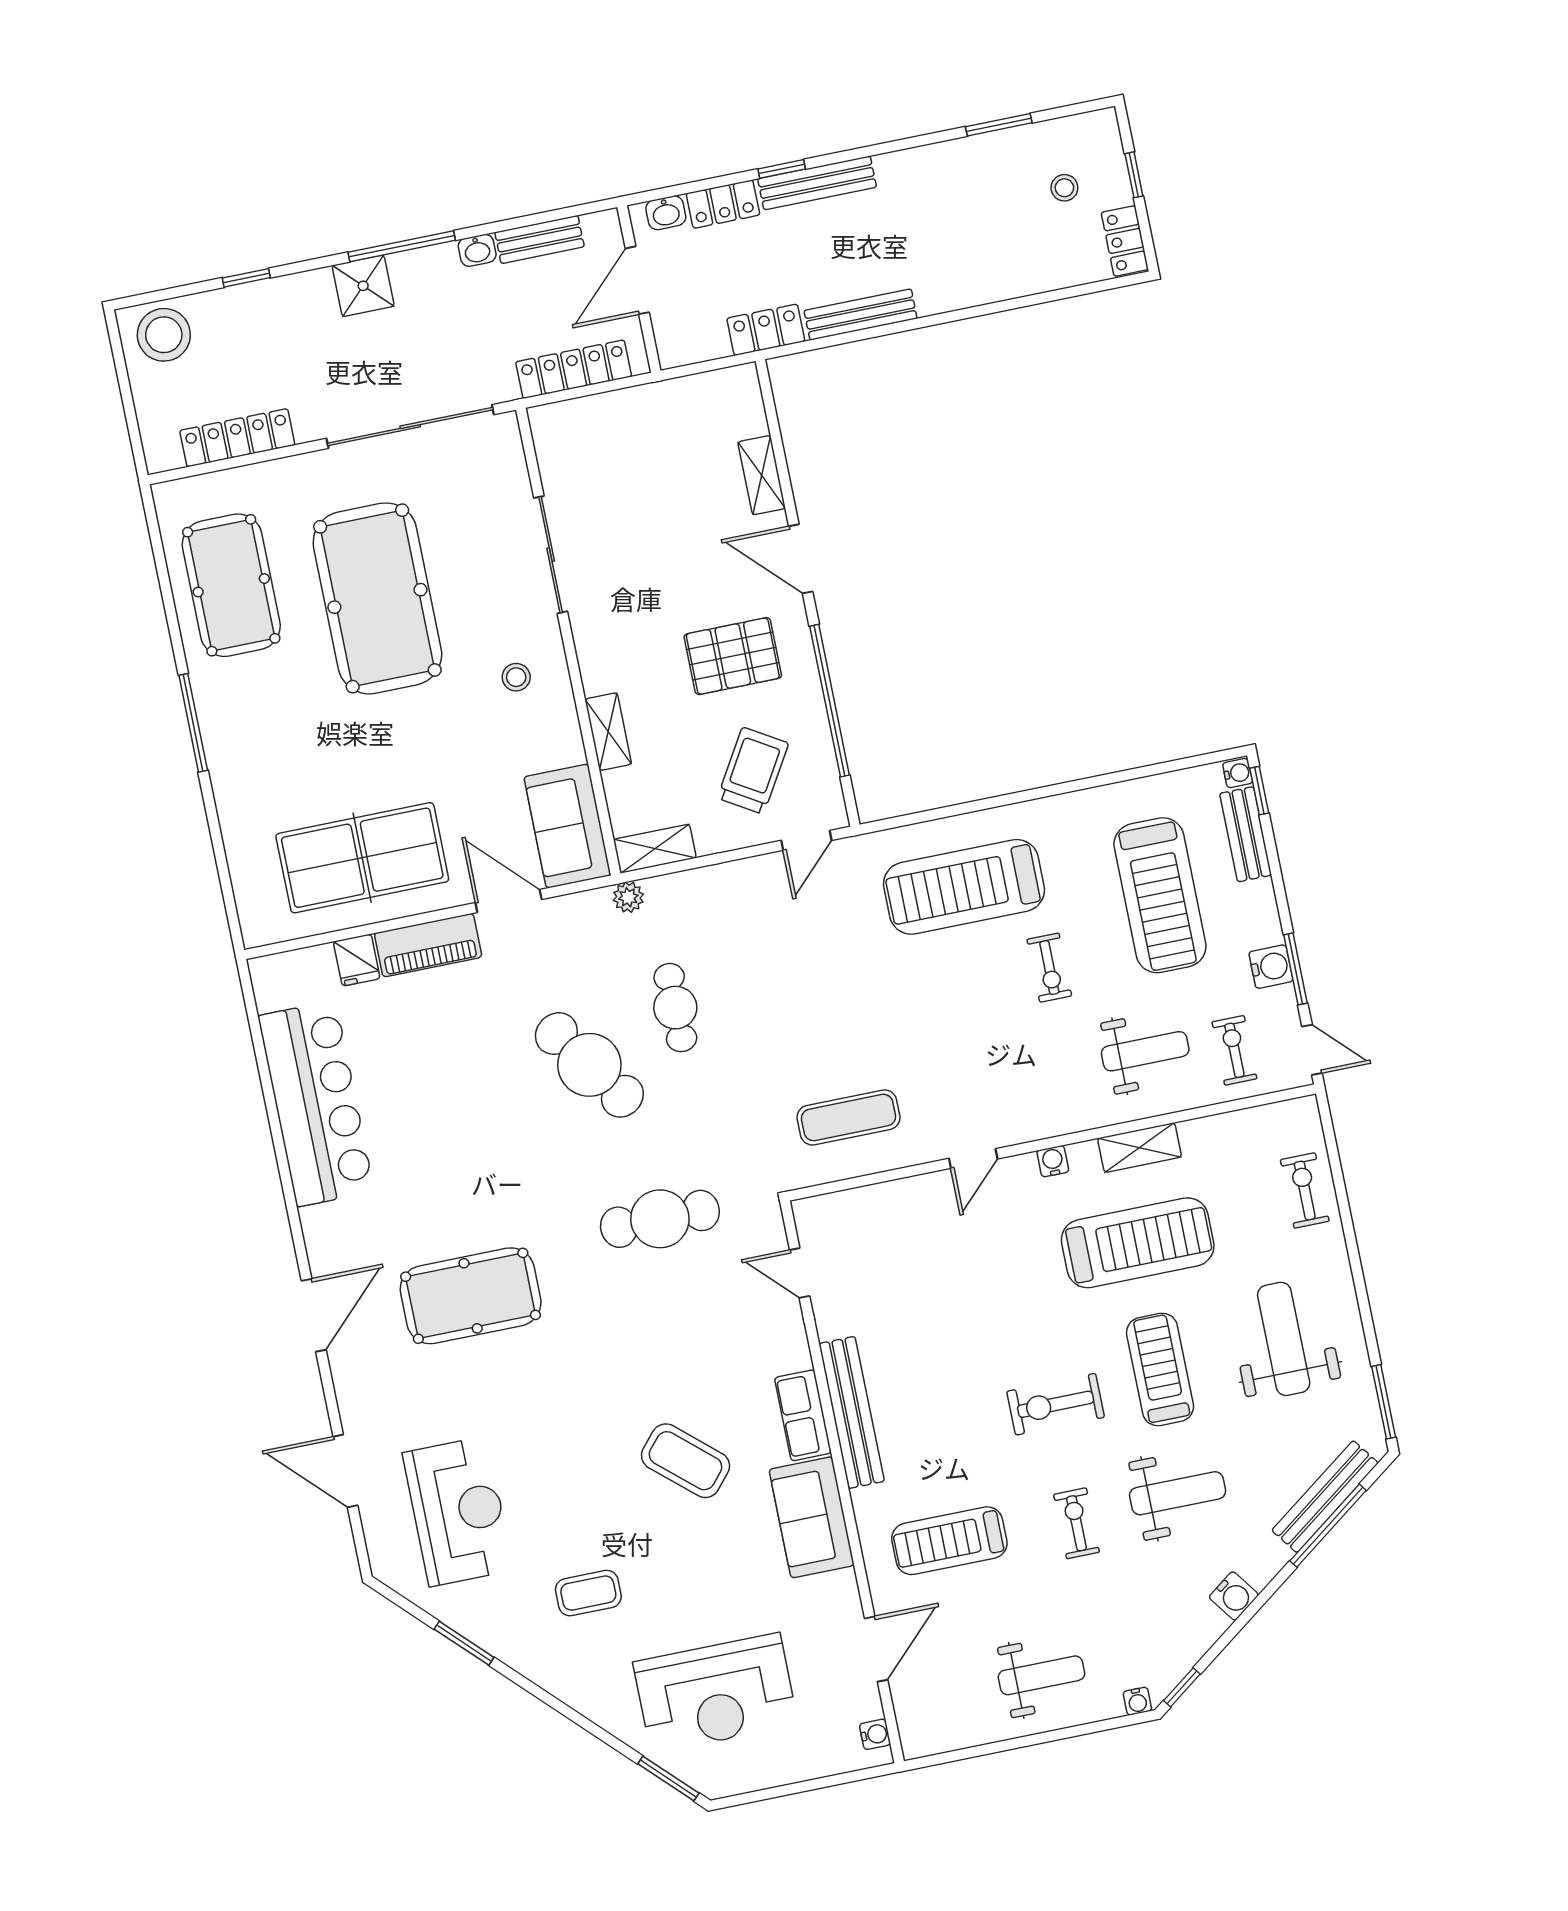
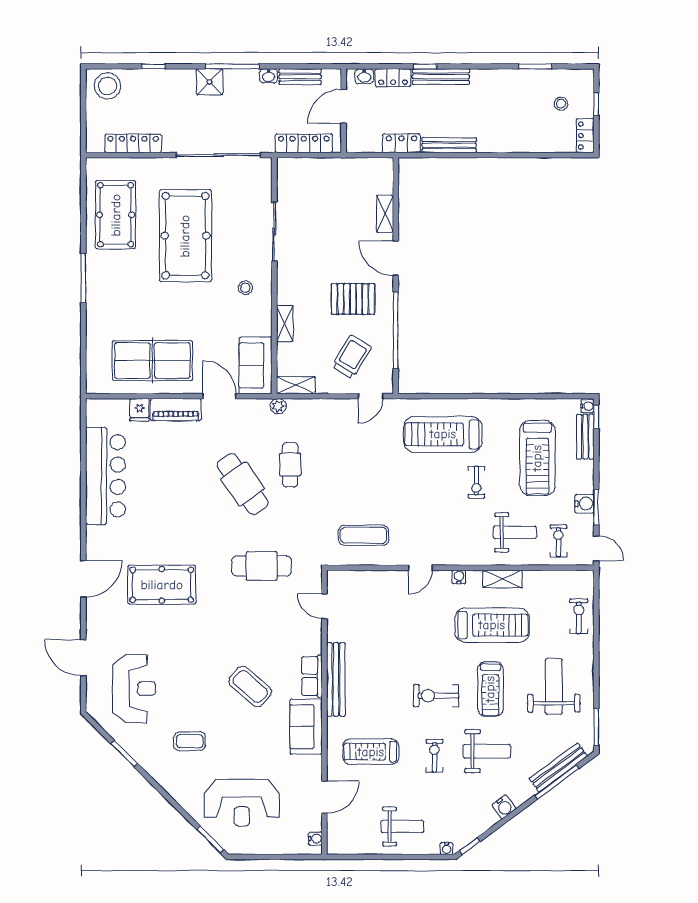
treadmill: (1160, 1369) -> (490, 689), turned 180

